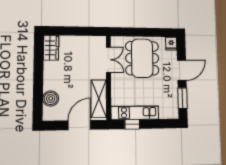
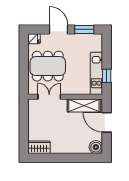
boiler: (51, 98) -> (96, 147), moved

